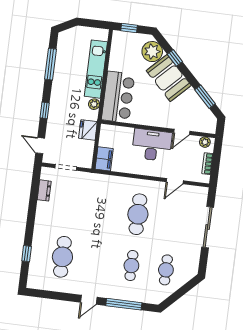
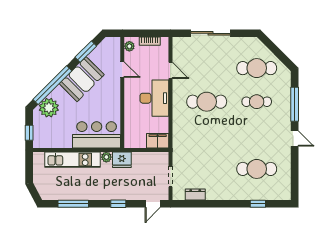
window: (175, 58) -> (52, 85), width x3.17
booth: (169, 78) -> (82, 79), moved
fridge: (88, 130) -> (122, 160), moved
desk: (152, 145) -> (154, 98), moved, turned 180
cafe table: (166, 270) -> (257, 68), width x1.37, depth x1.35

